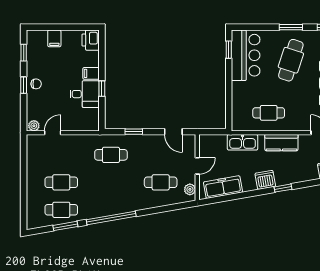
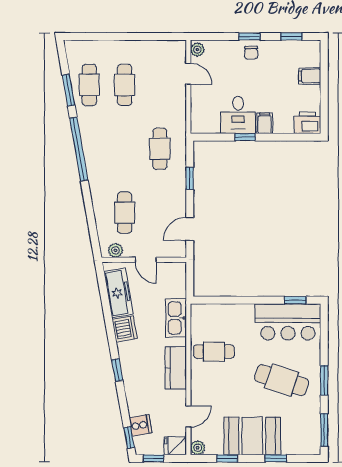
cafe table: (269, 113) -> (214, 352), turned 90
dishwasher: (265, 180) -> (125, 329), moved

